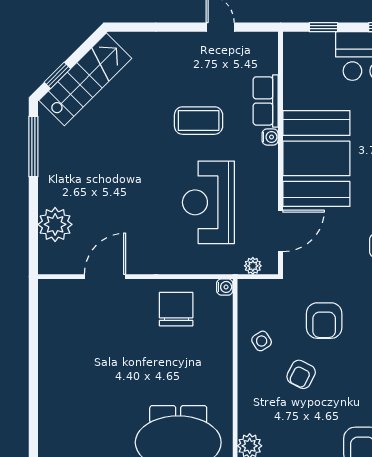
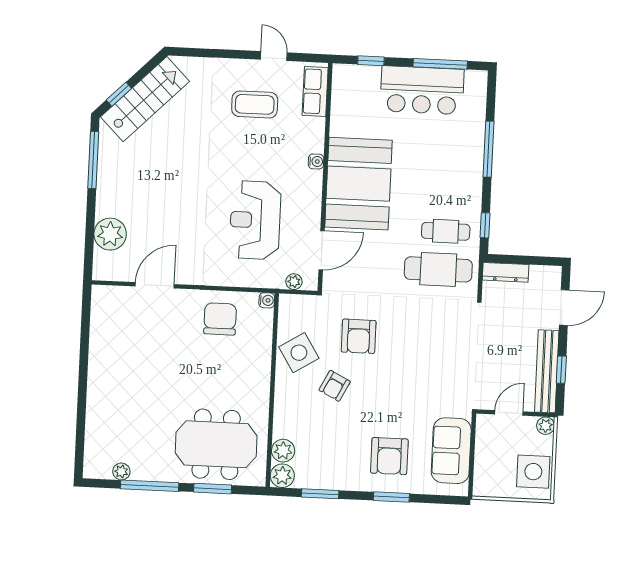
row of seats: (266, 101) -> (315, 91), moved
coffee table: (199, 121) -> (255, 104), moved
side table: (262, 341) -> (299, 353), width x1.87, depth x1.87

